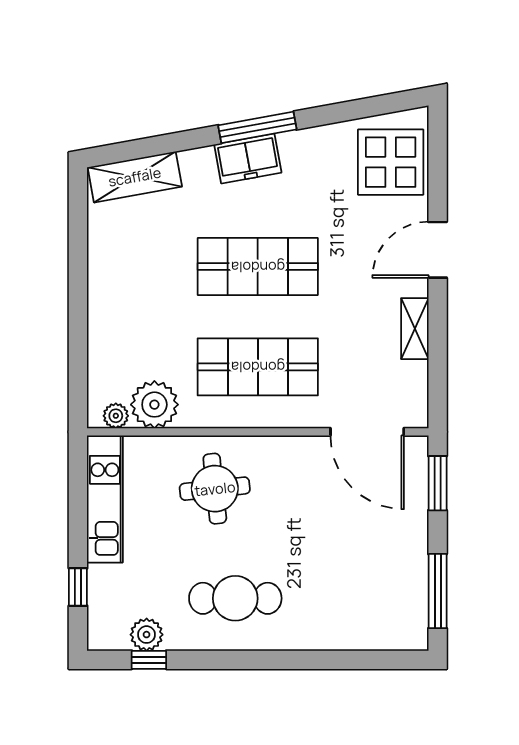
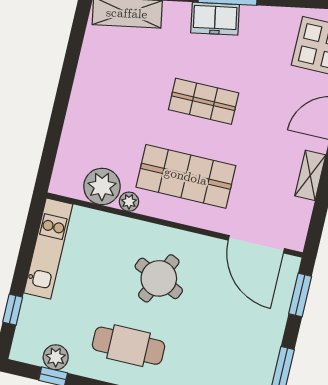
shop shelf: (258, 267) -> (204, 101), width x0.70, depth x0.74
plant: (116, 416) -> (129, 202), moved
round table: (215, 489) -> (159, 278), moved, turned 31

